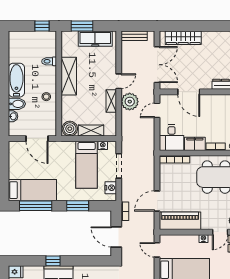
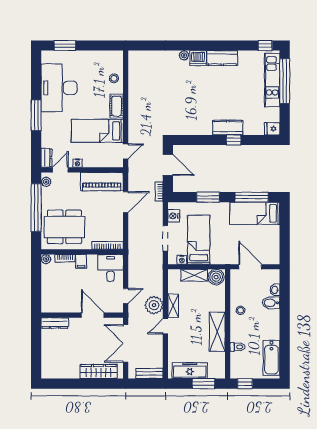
bathtub: (16, 80) -> (271, 358), moved
filing cabinet: (195, 144) -> (81, 261), width x0.50
door: (157, 250) -> (126, 151), hinge flipped

